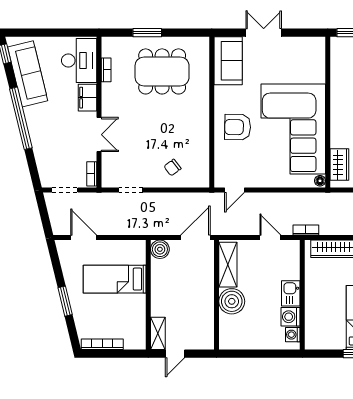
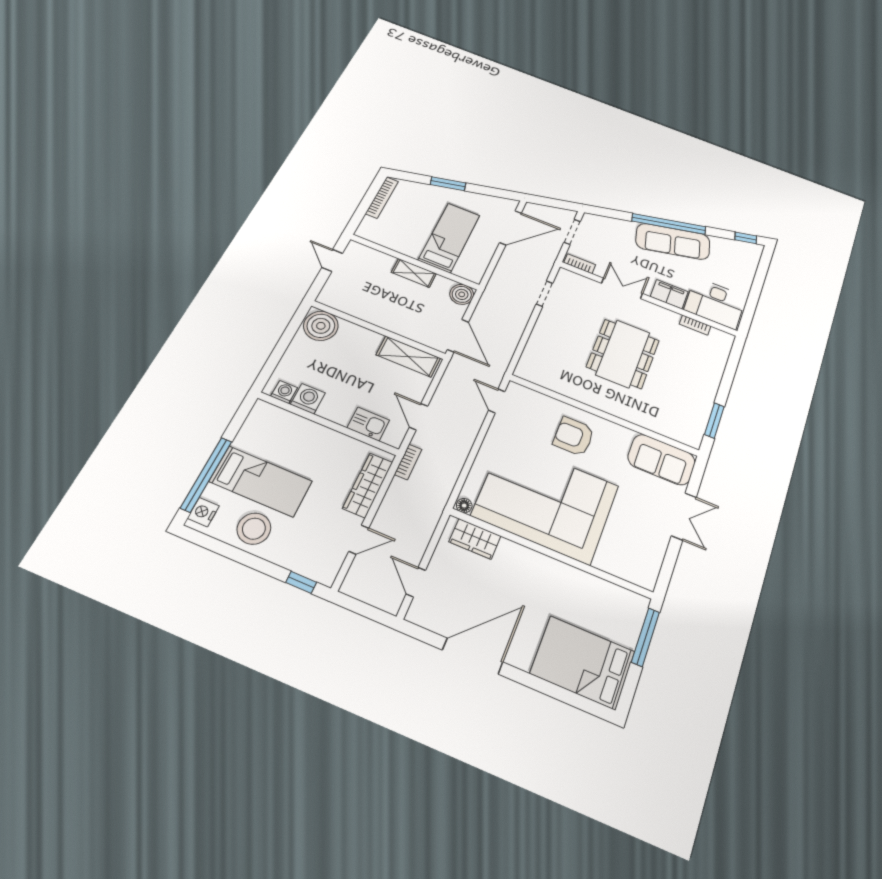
window: (147, 33) -> (714, 420), moved
dining table: (162, 71) -> (623, 354), moved
sofa: (28, 74) -> (673, 241), moved
armchair: (238, 127) -> (574, 436), turned -91
double door: (99, 135) -> (622, 288), swing flipped
chair: (173, 168) -> (553, 346), removed
door: (84, 238) -> (510, 228), width x1.36
door: (270, 238) -> (419, 417), swing flipped
kitchen sink: (291, 293) -> (368, 424), moved
boiler: (232, 301) -> (321, 326), moved
shelving: (158, 333) -> (414, 273), moved

